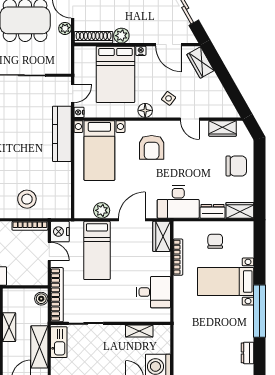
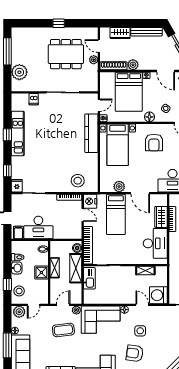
stool: (27, 199) -> (78, 181), moved
door: (132, 220) -> (140, 193), swing flipped
wardrobe: (162, 236) -> (161, 217), moved
desk: (153, 292) -> (155, 243), width x1.37
shelving: (39, 347) -> (76, 268), moved

